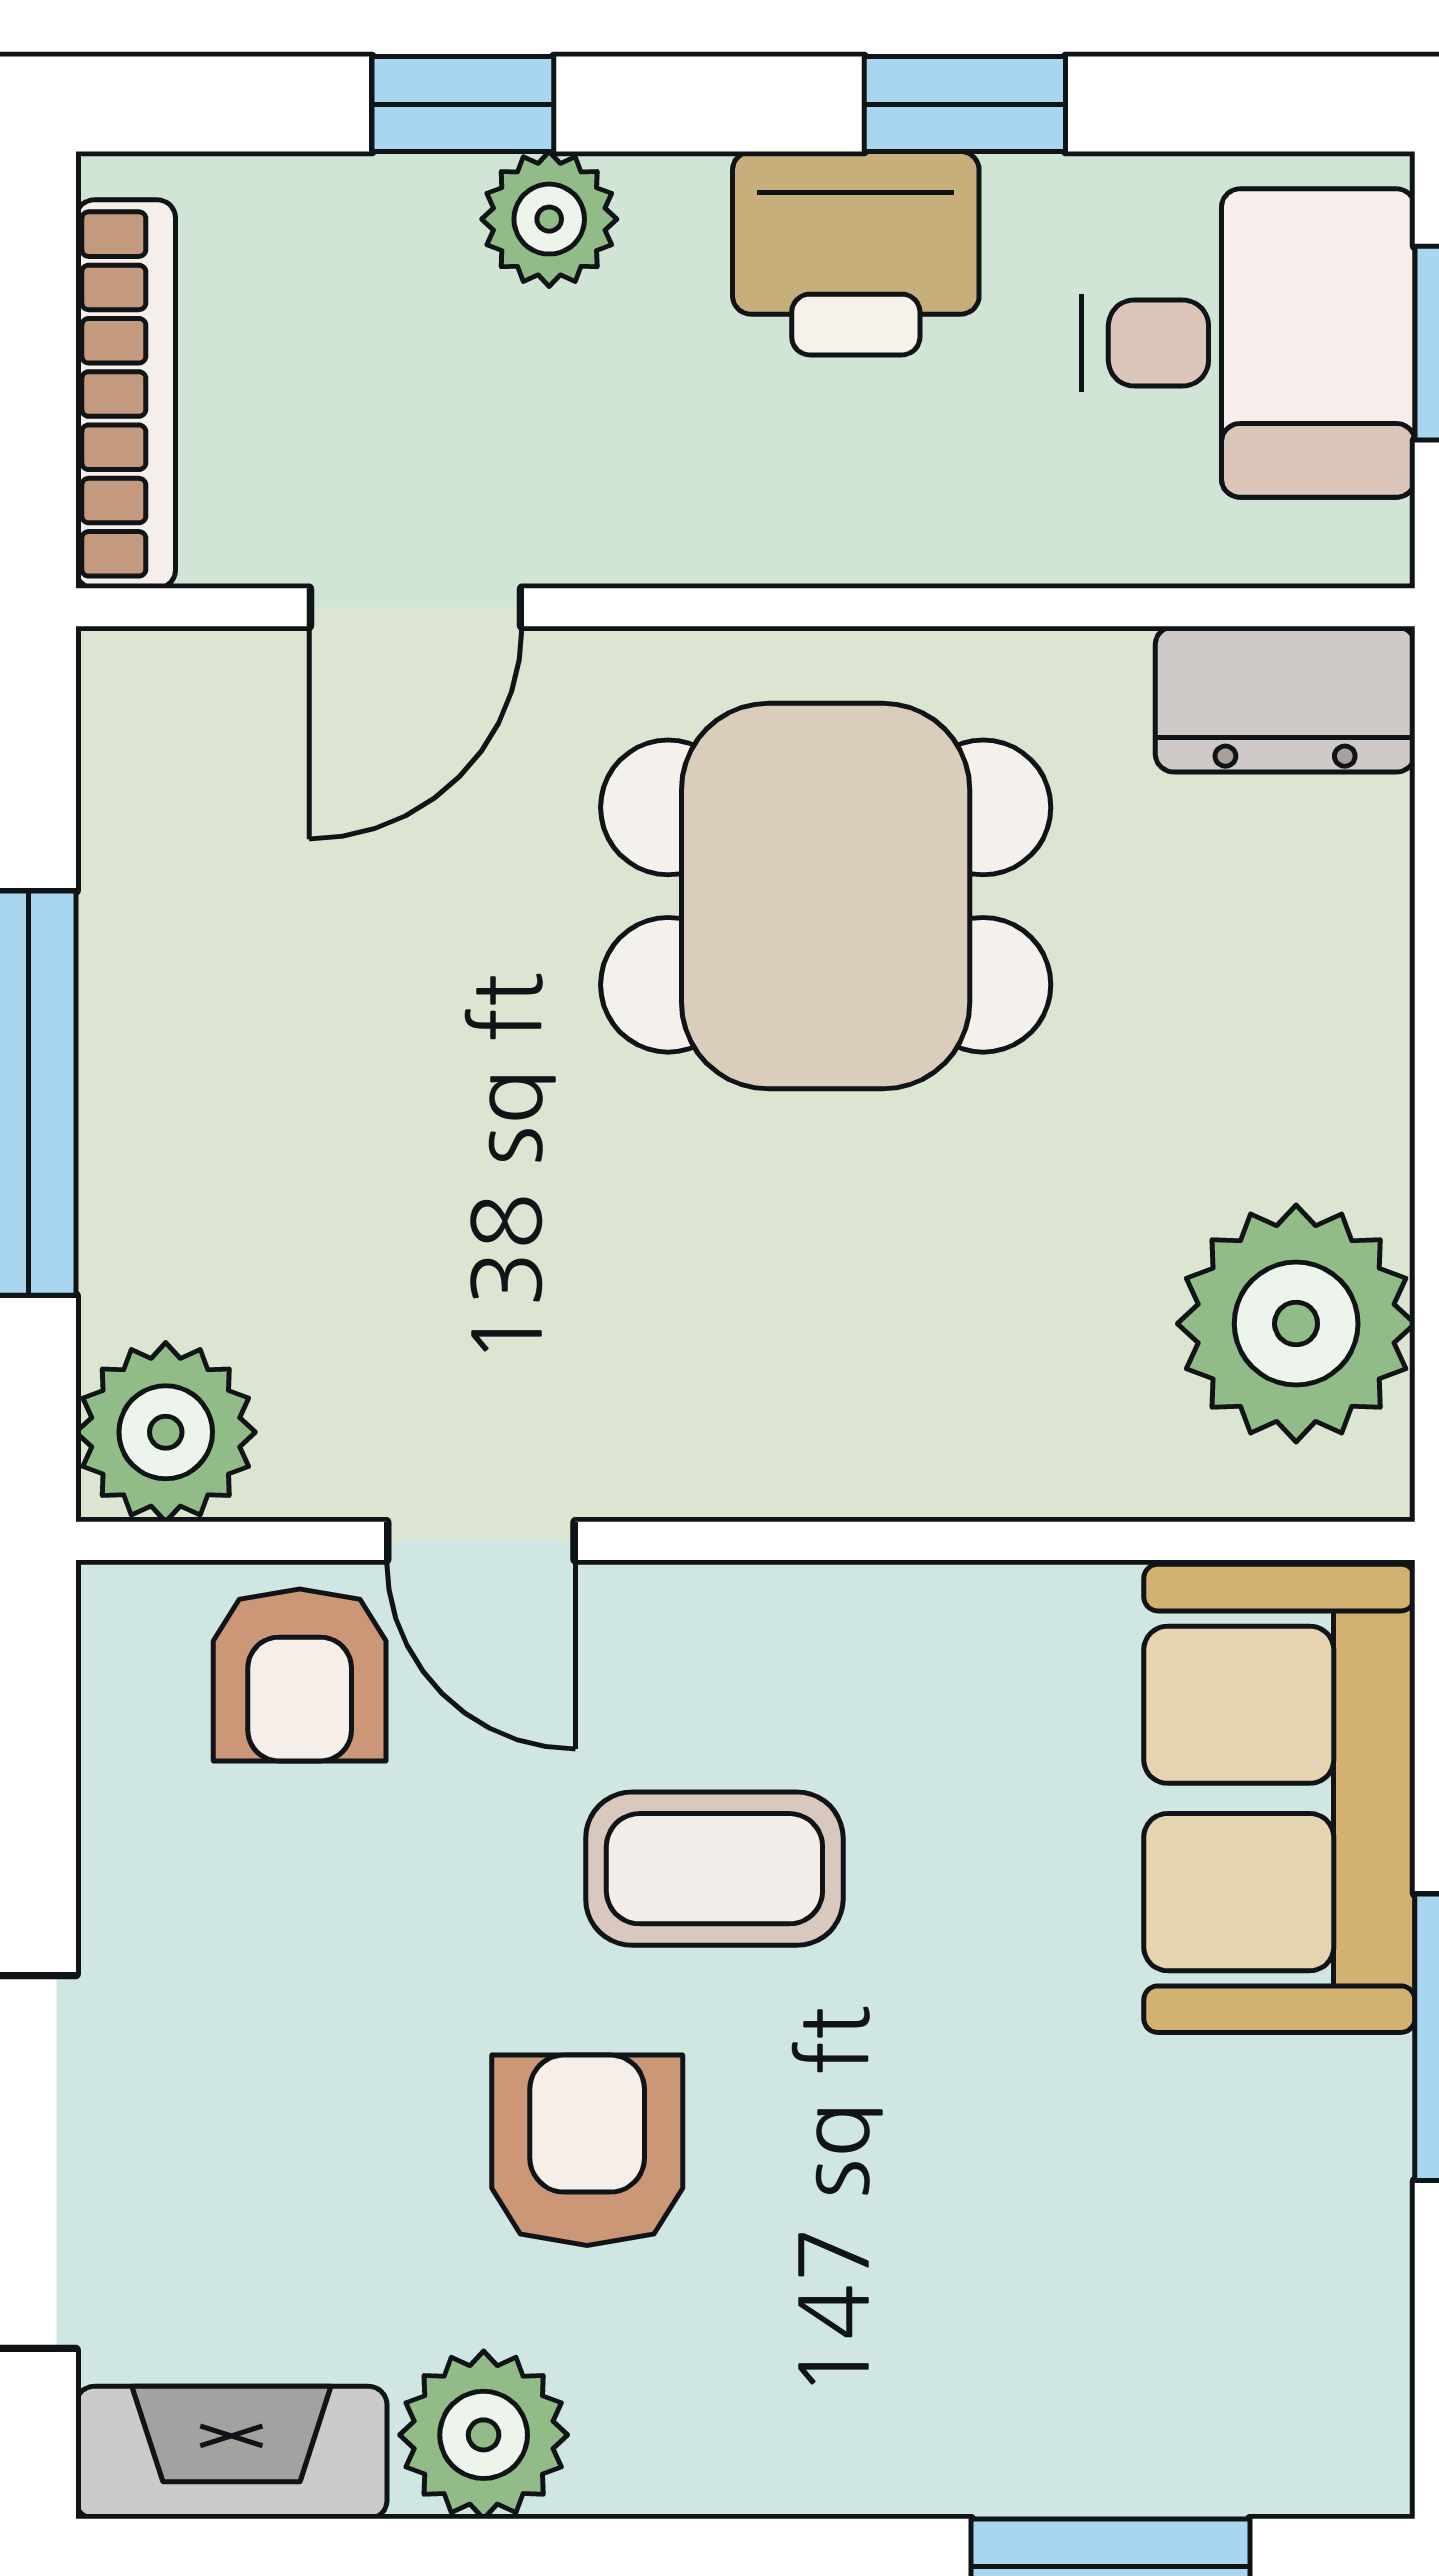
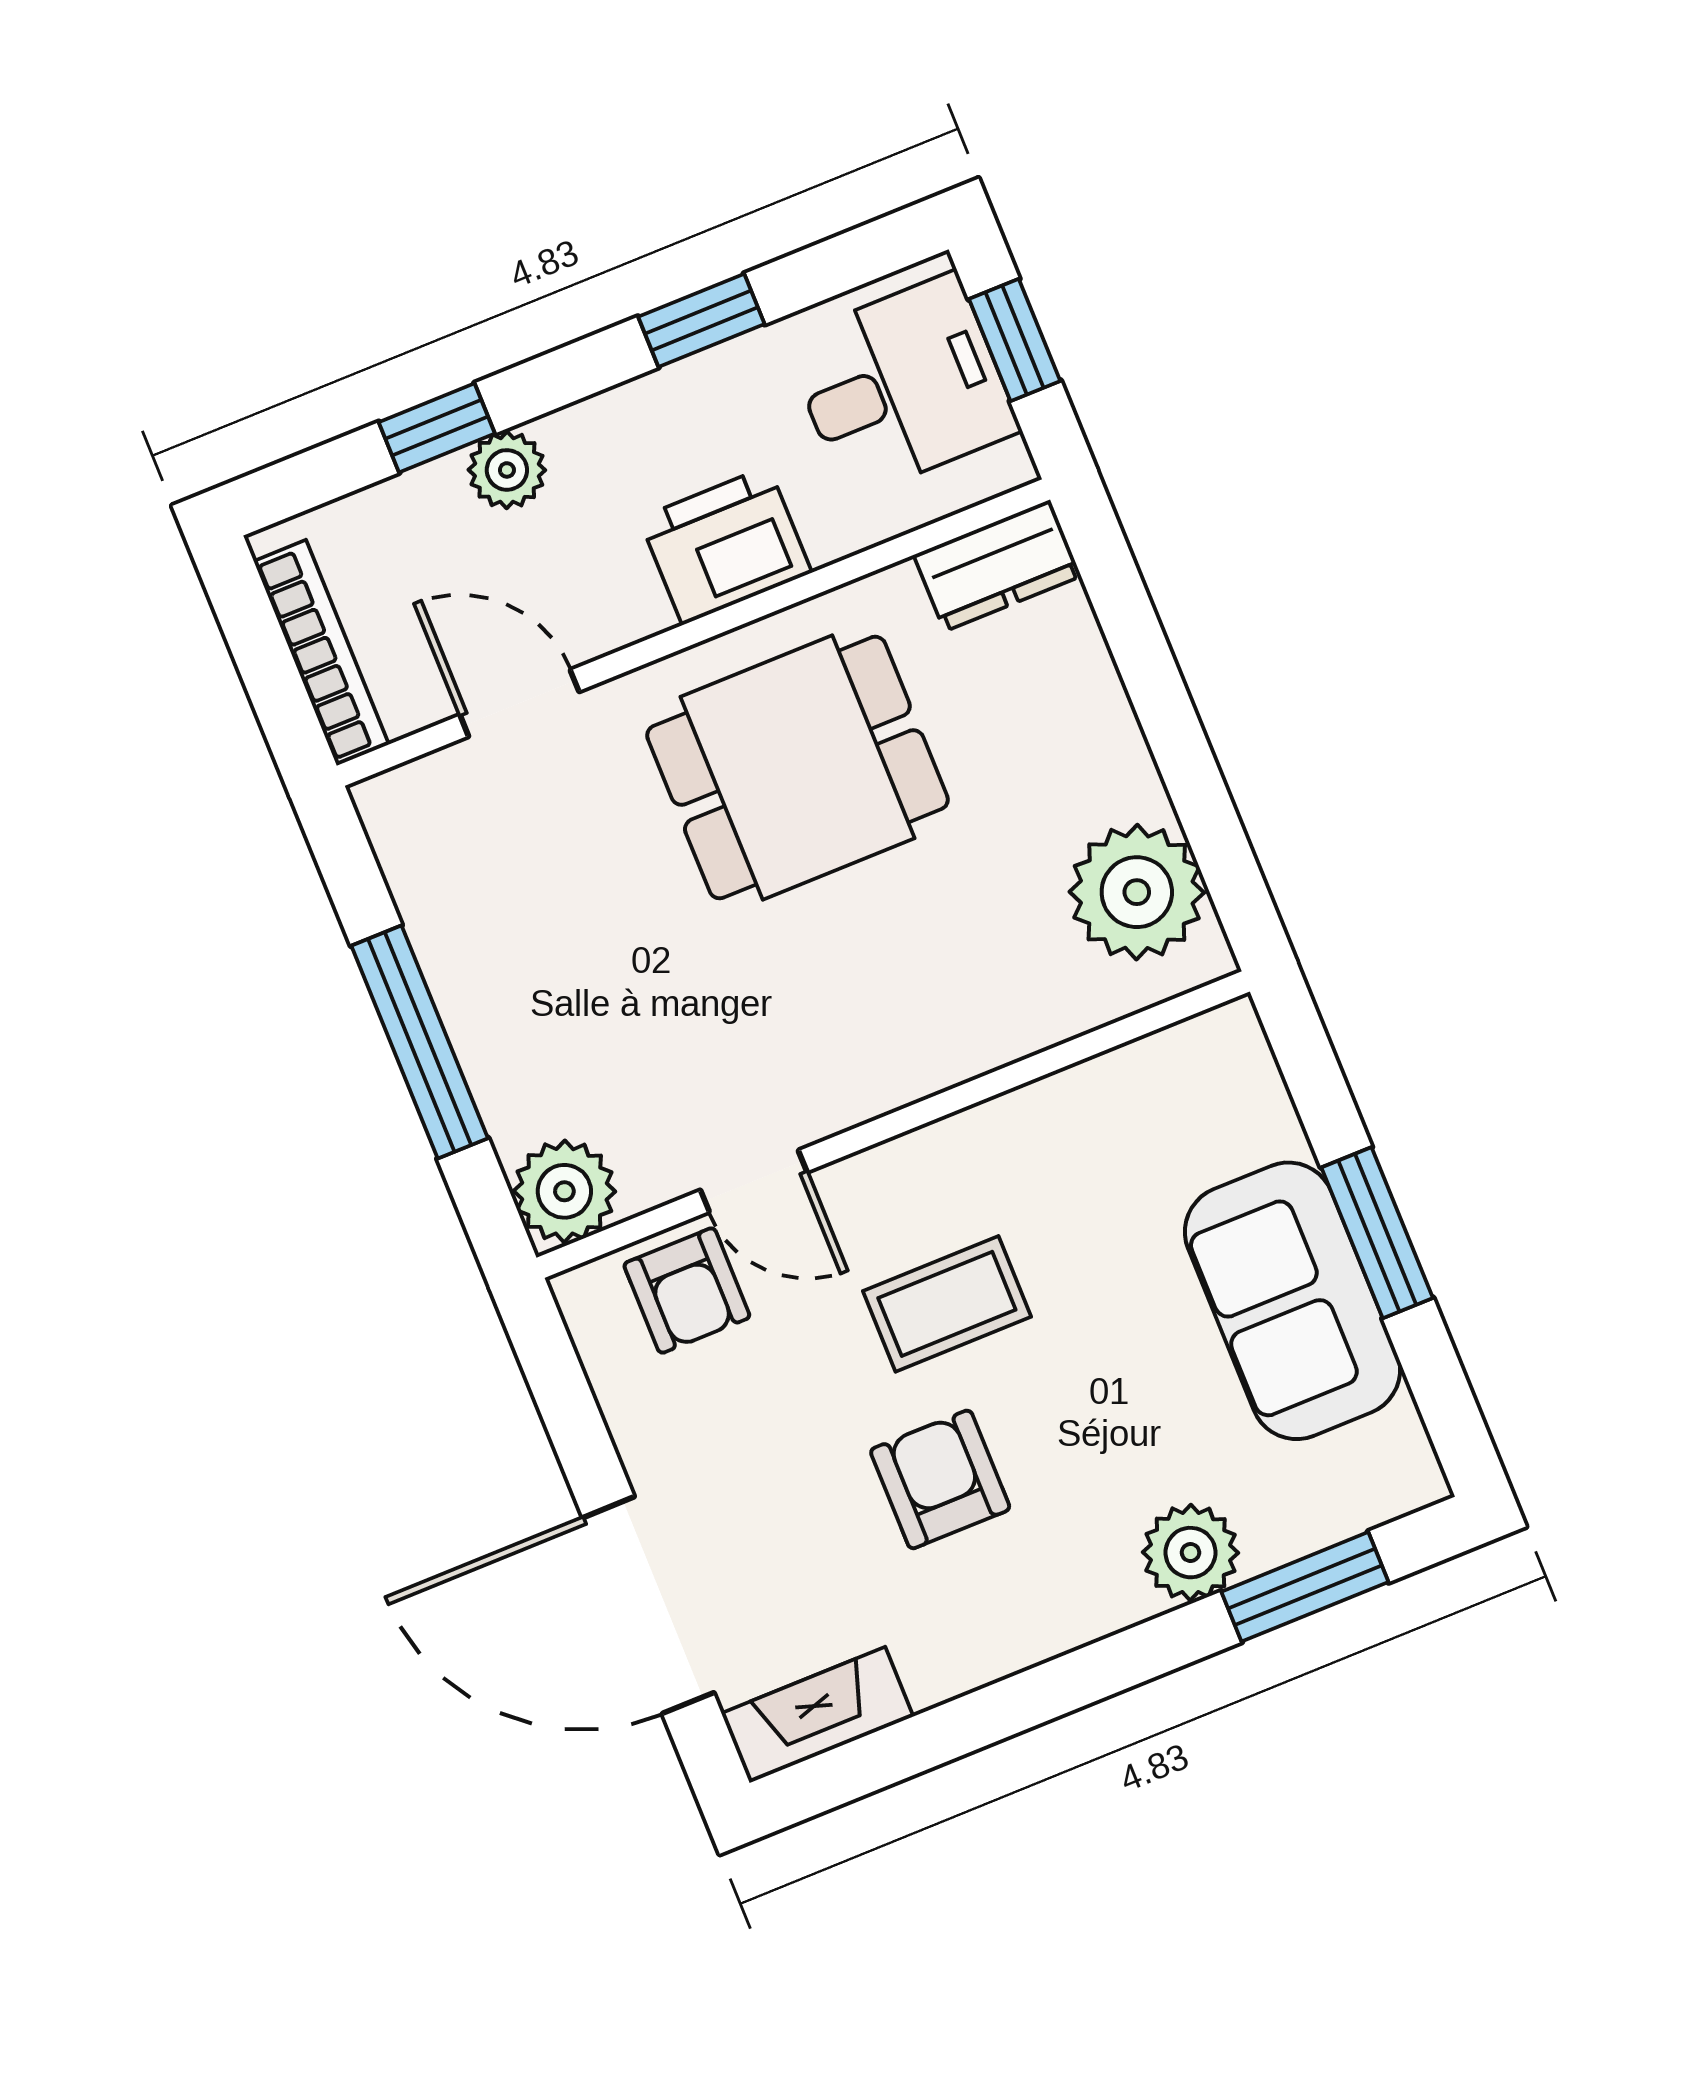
printer: (856, 253) -> (725, 545), moved, turned 180
door: (415, 607) -> (519, 703), swing flipped
sofa: (1279, 1798) -> (1292, 1301), moved
plant: (484, 2435) -> (1190, 1553), moved

